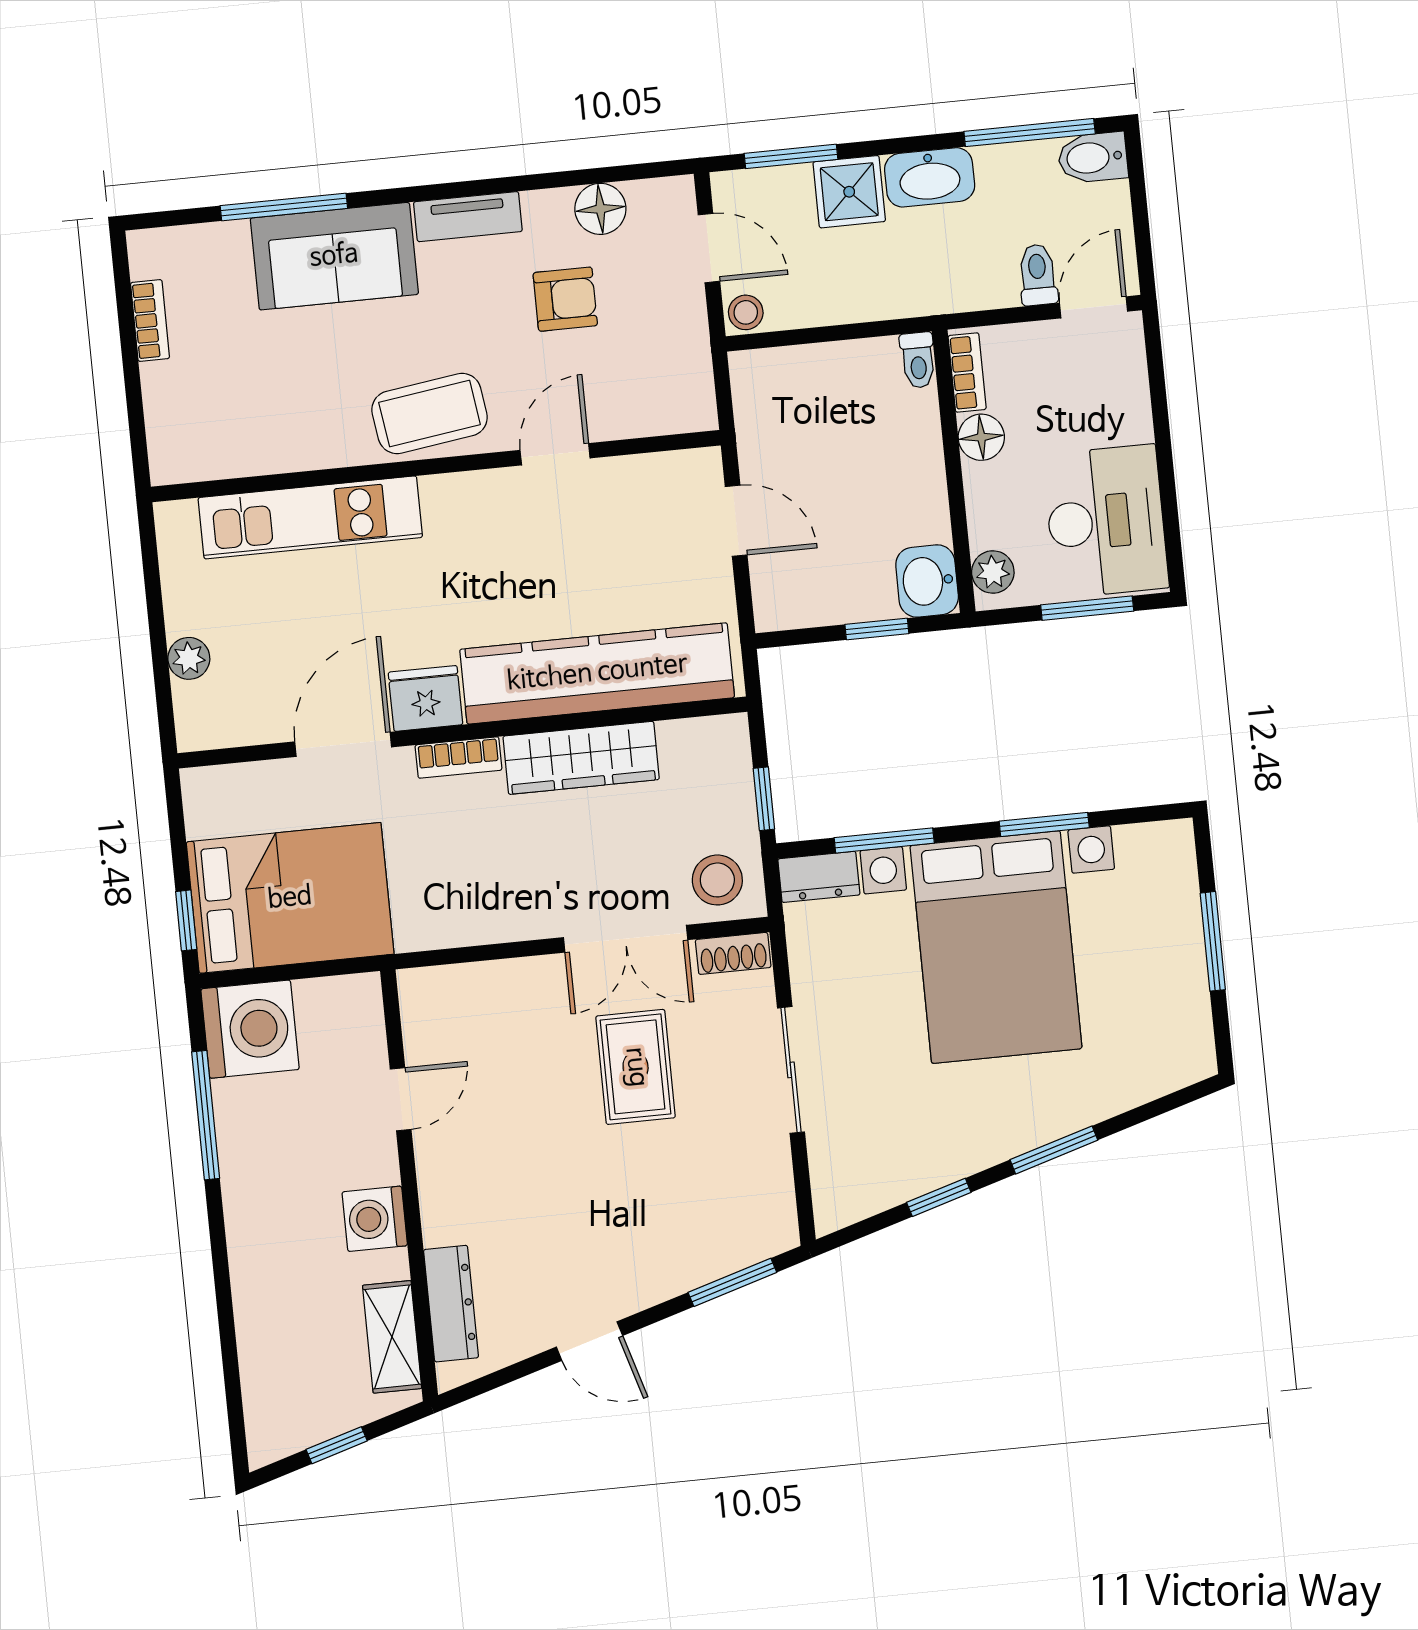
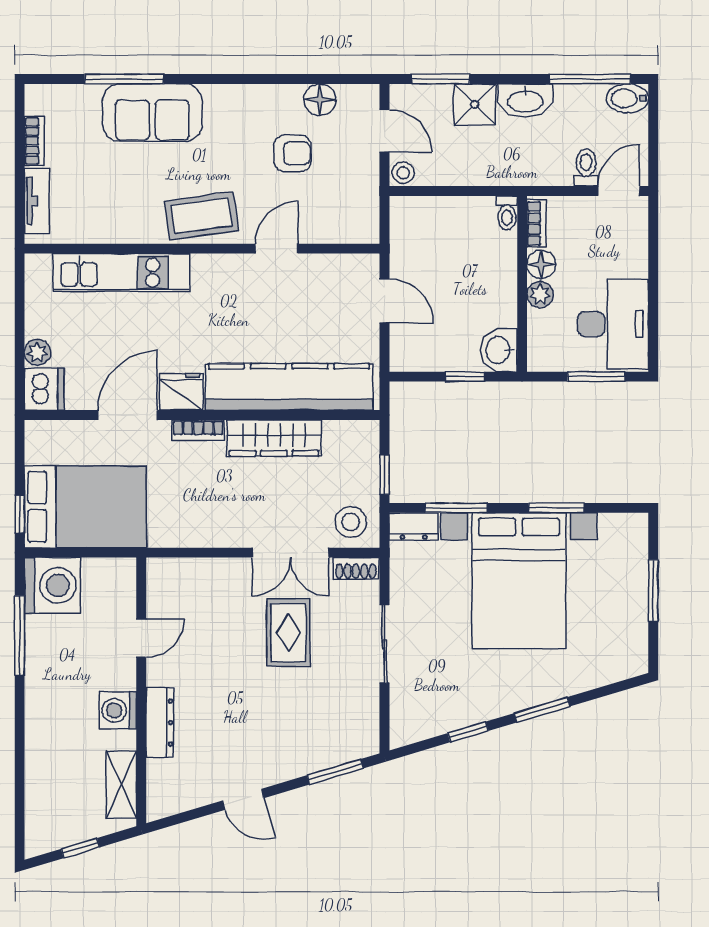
tv unit: (468, 217) -> (37, 201), moved, turned -90
plant: (993, 572) -> (540, 295), moved
dishwasher: (206, 716) -> (44, 389), added
dresser: (451, 1304) -> (160, 723), moved

